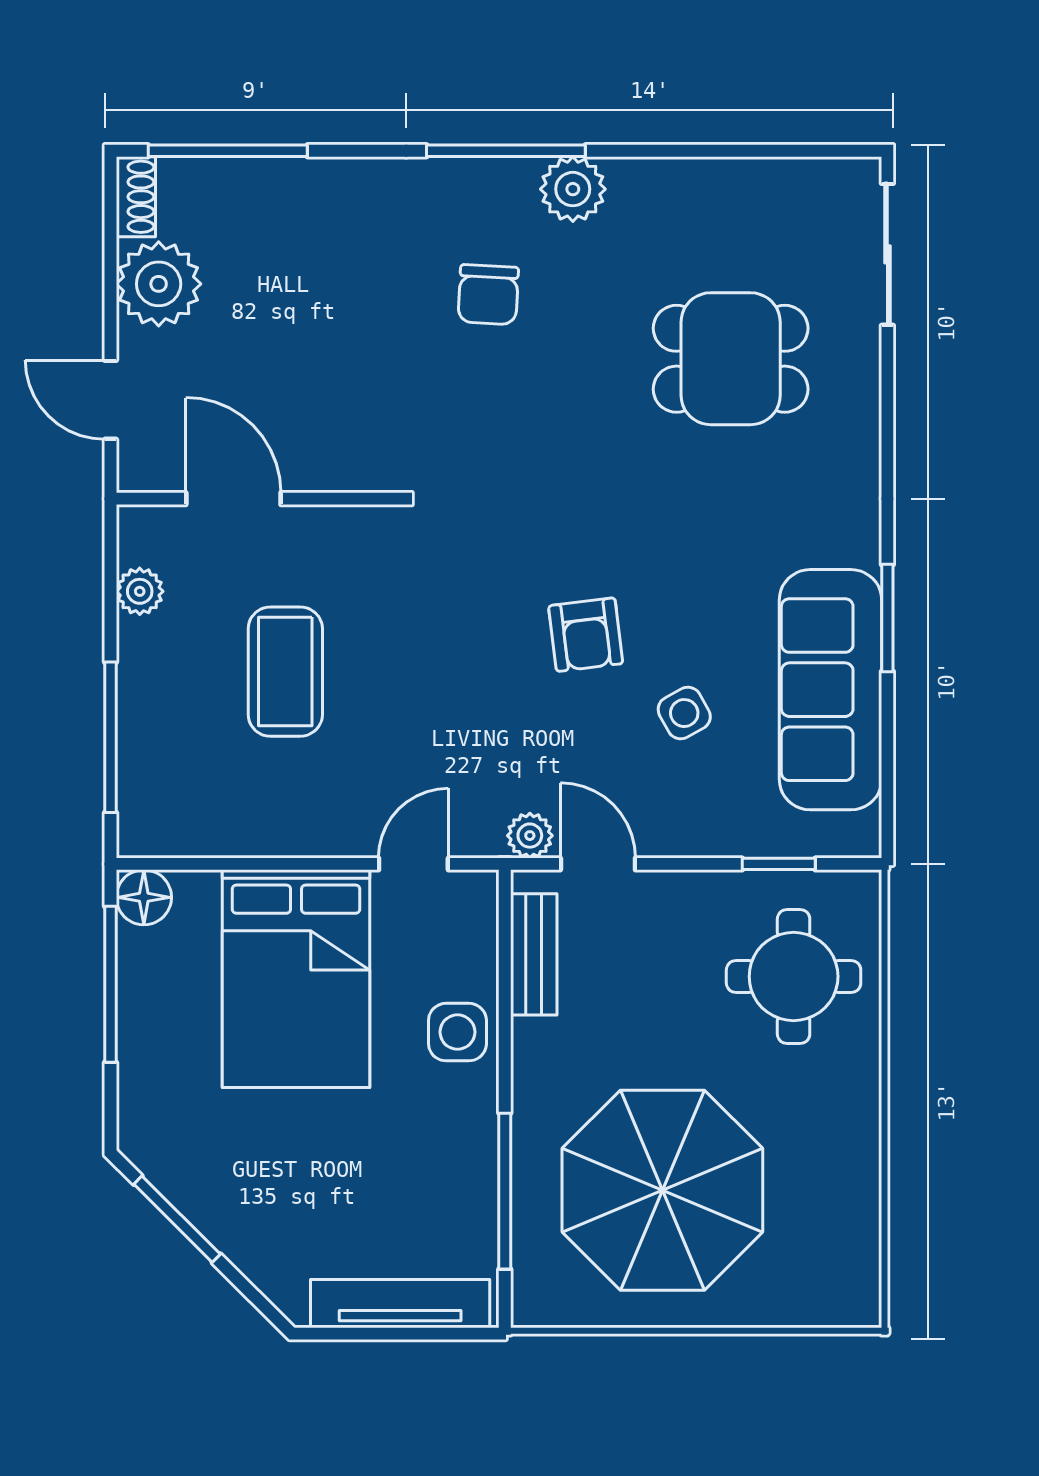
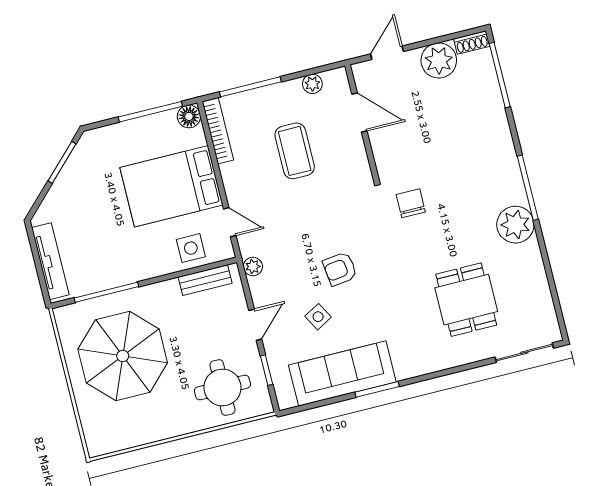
plant: (573, 189) -> (515, 225), width x1.36, depth x1.36
chair: (488, 295) -> (411, 203), moved, turned 87
door: (233, 499) -> (359, 112), hinge flipped
coffee table: (285, 672) -> (295, 151), turned 90
bookcase: (194, 838) -> (218, 131), added
door: (598, 864) -> (255, 325), moved
side table: (457, 1032) -> (191, 248), moved

